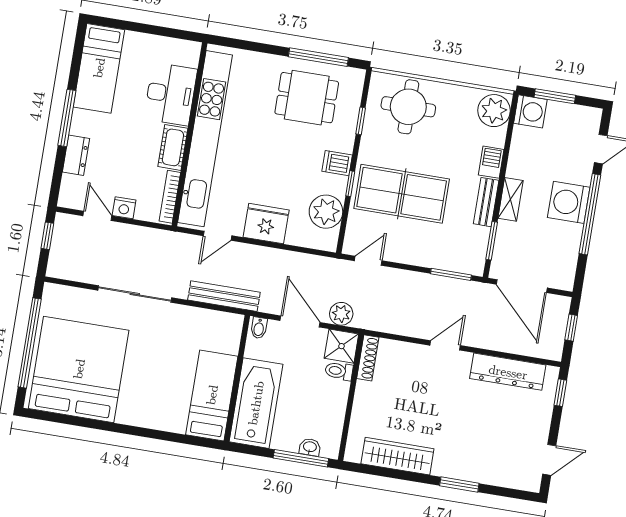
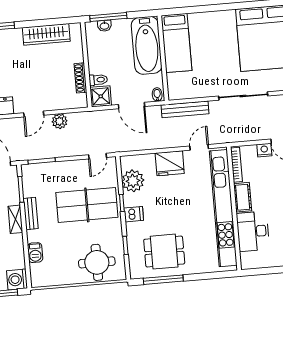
plant: (494, 111) -> (41, 274), removed
barbecue: (491, 162) -> (35, 253), moved
plant: (341, 314) -> (60, 121), moved
shoe rack: (368, 358) -> (80, 78), moved

